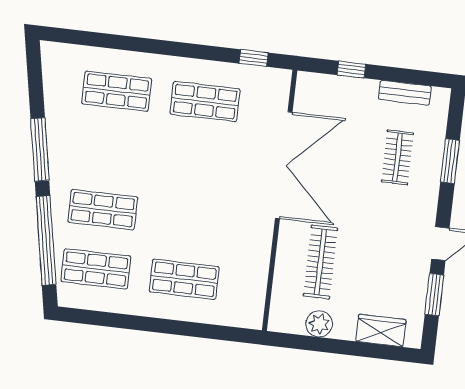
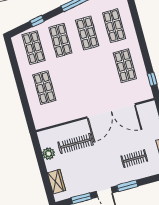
shop shelf: (110, 150) -> (87, 33), added
window: (450, 161) -> (127, 186), moved
window: (46, 241) -> (37, 21), width x0.32

